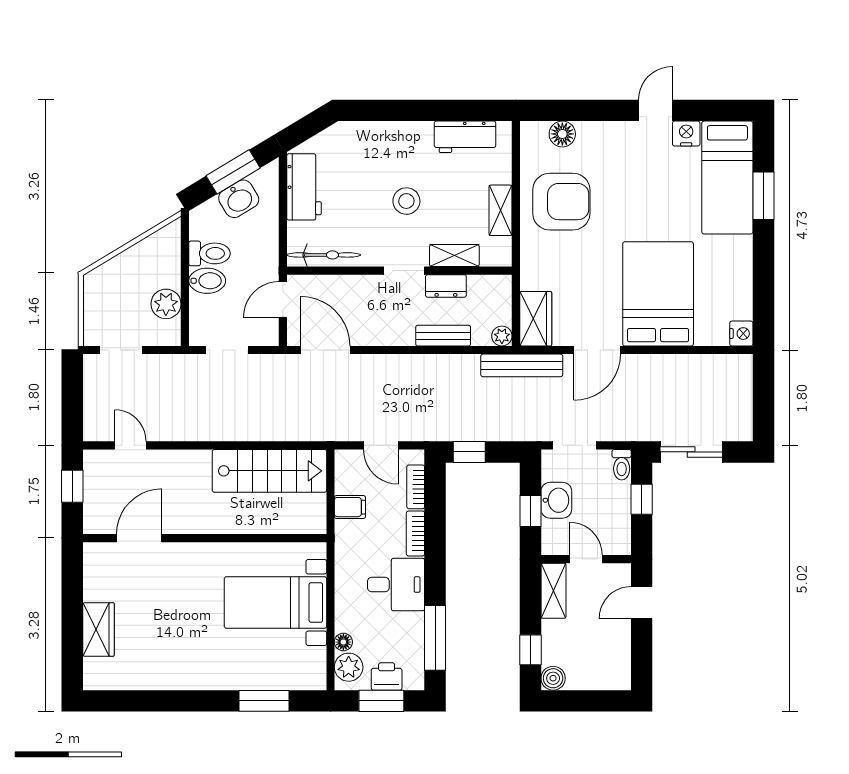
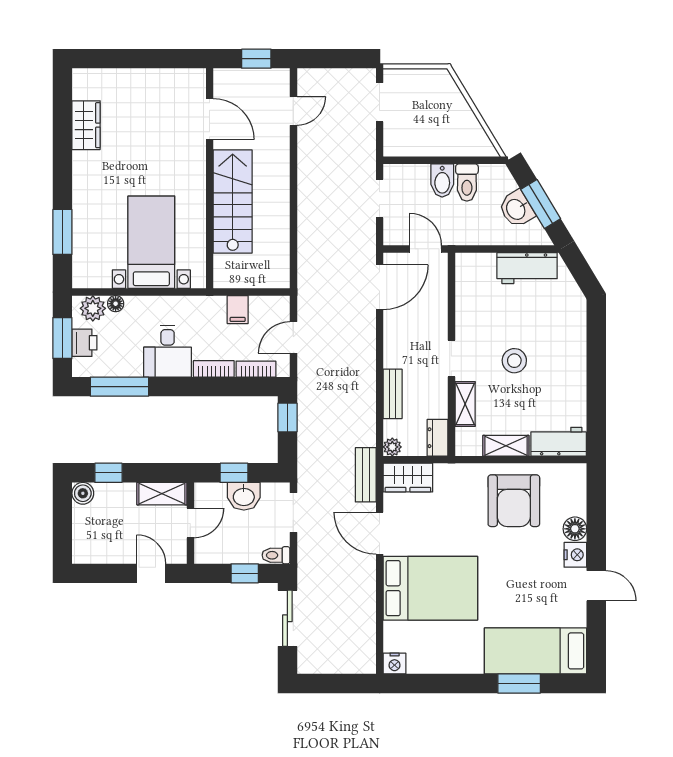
floor lamp: (562, 134) -> (575, 529), moved
nightstand: (686, 134) -> (575, 555), moved
workbench: (465, 137) -> (559, 442), moved, turned 90
bicycle: (324, 255) -> (466, 286), removed
dresser: (446, 286) -> (438, 438), moved
plant: (166, 304) -> (421, 143), removed
bench: (522, 365) -> (366, 475), width x0.73
stairs: (269, 471) -> (233, 202), moved, turned 180
wardrobe: (99, 629) -> (86, 125), moved, turned -90

